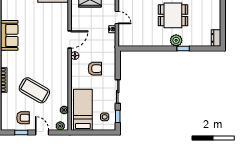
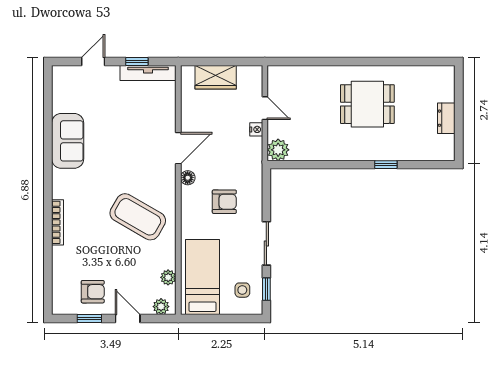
dresser: (216, 38) -> (446, 118), moved
plant: (176, 40) -> (278, 150), moved
coffee table: (34, 90) -> (138, 217), moved

